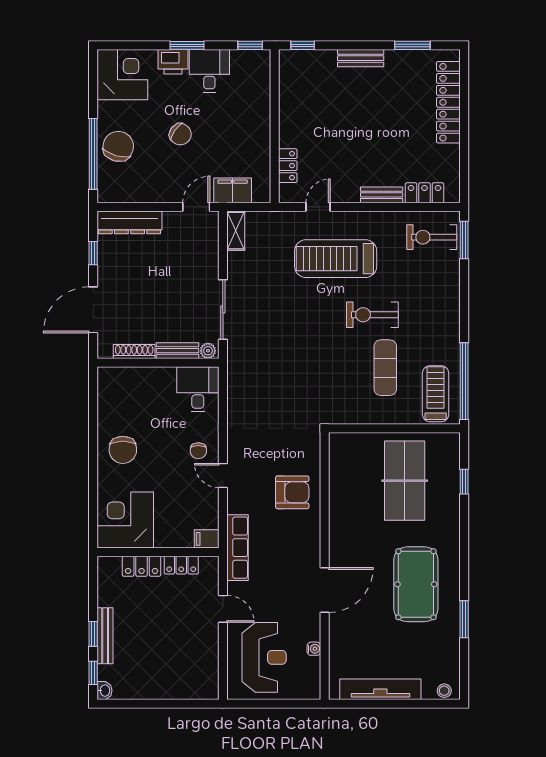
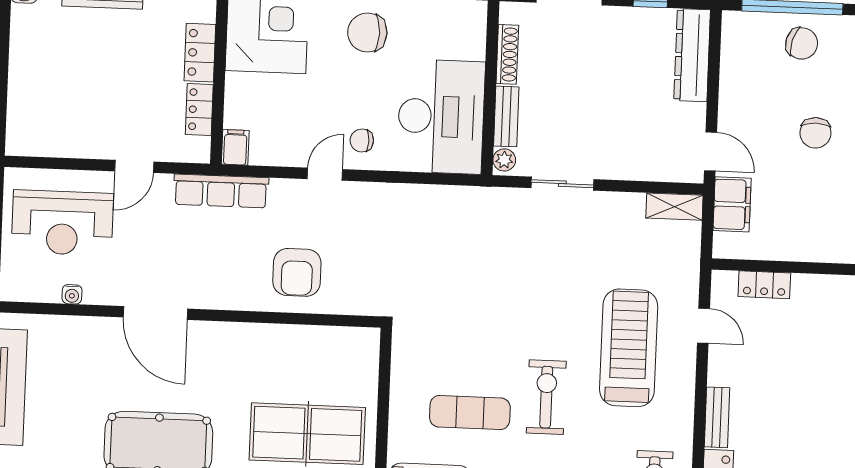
chair: (180, 134) -> (815, 133), turned -36
chair: (118, 146) -> (802, 43), width x0.73, depth x0.73
sliding door: (223, 310) -> (562, 184), width x0.73
desk: (198, 389) -> (441, 117), width x1.87, depth x1.30

